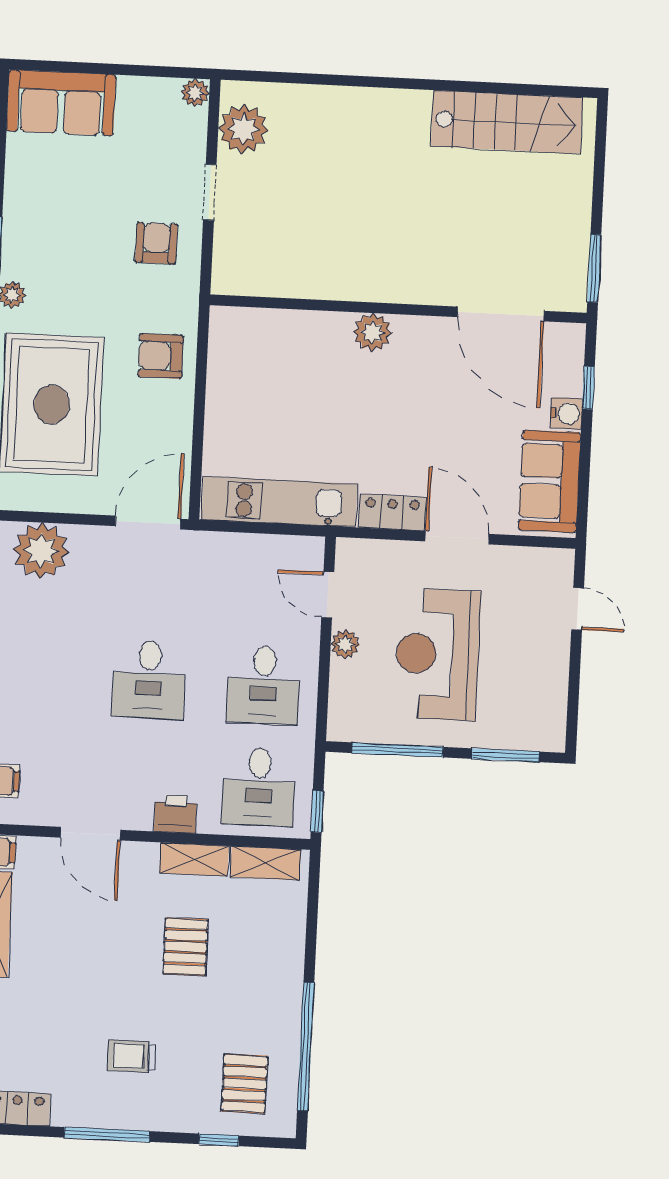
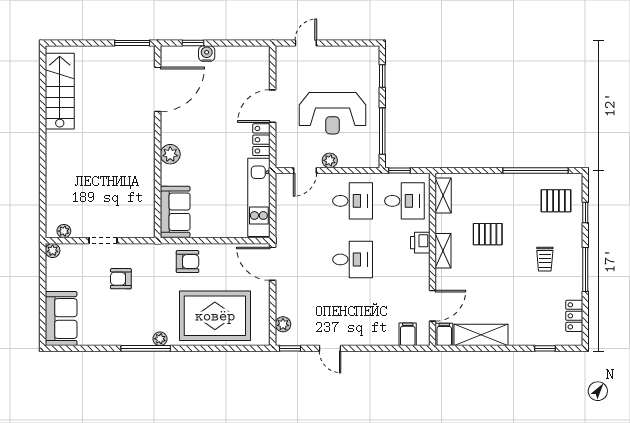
plant: (243, 129) -> (64, 231), width x0.53, depth x0.53
armchair: (156, 243) -> (121, 279), moved
armchair: (161, 356) -> (188, 262), turned -90
sofa: (549, 481) -> (175, 212), moved, turned -90
plant: (41, 551) -> (283, 324), width x0.53, depth x0.53
window: (505, 755) -> (382, 76), width x0.67
window: (317, 812) -> (400, 171), moved
door: (90, 834) -> (433, 306), moved
shelving: (194, 859) -> (443, 251), moved

